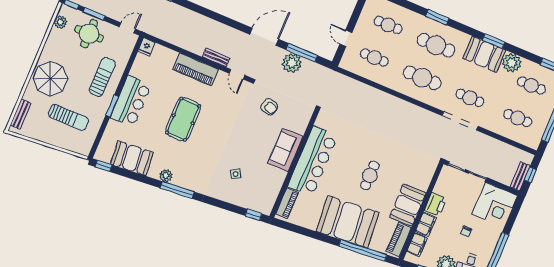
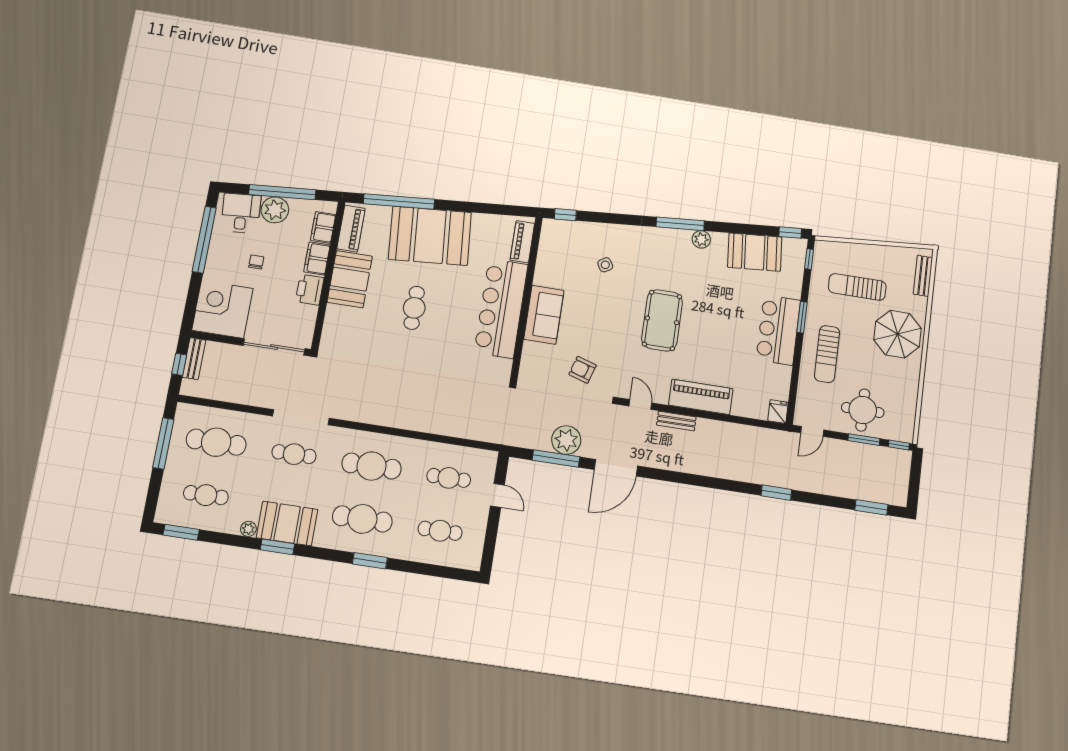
plant: (60, 22) -> (907, 416), removed
plant: (512, 63) -> (248, 529), width x0.53, depth x0.53
cafe table: (518, 118) -> (216, 442), width x1.37, depth x1.35
pool table: (183, 119) -> (662, 320), moved
window: (96, 144) -> (809, 259), added

